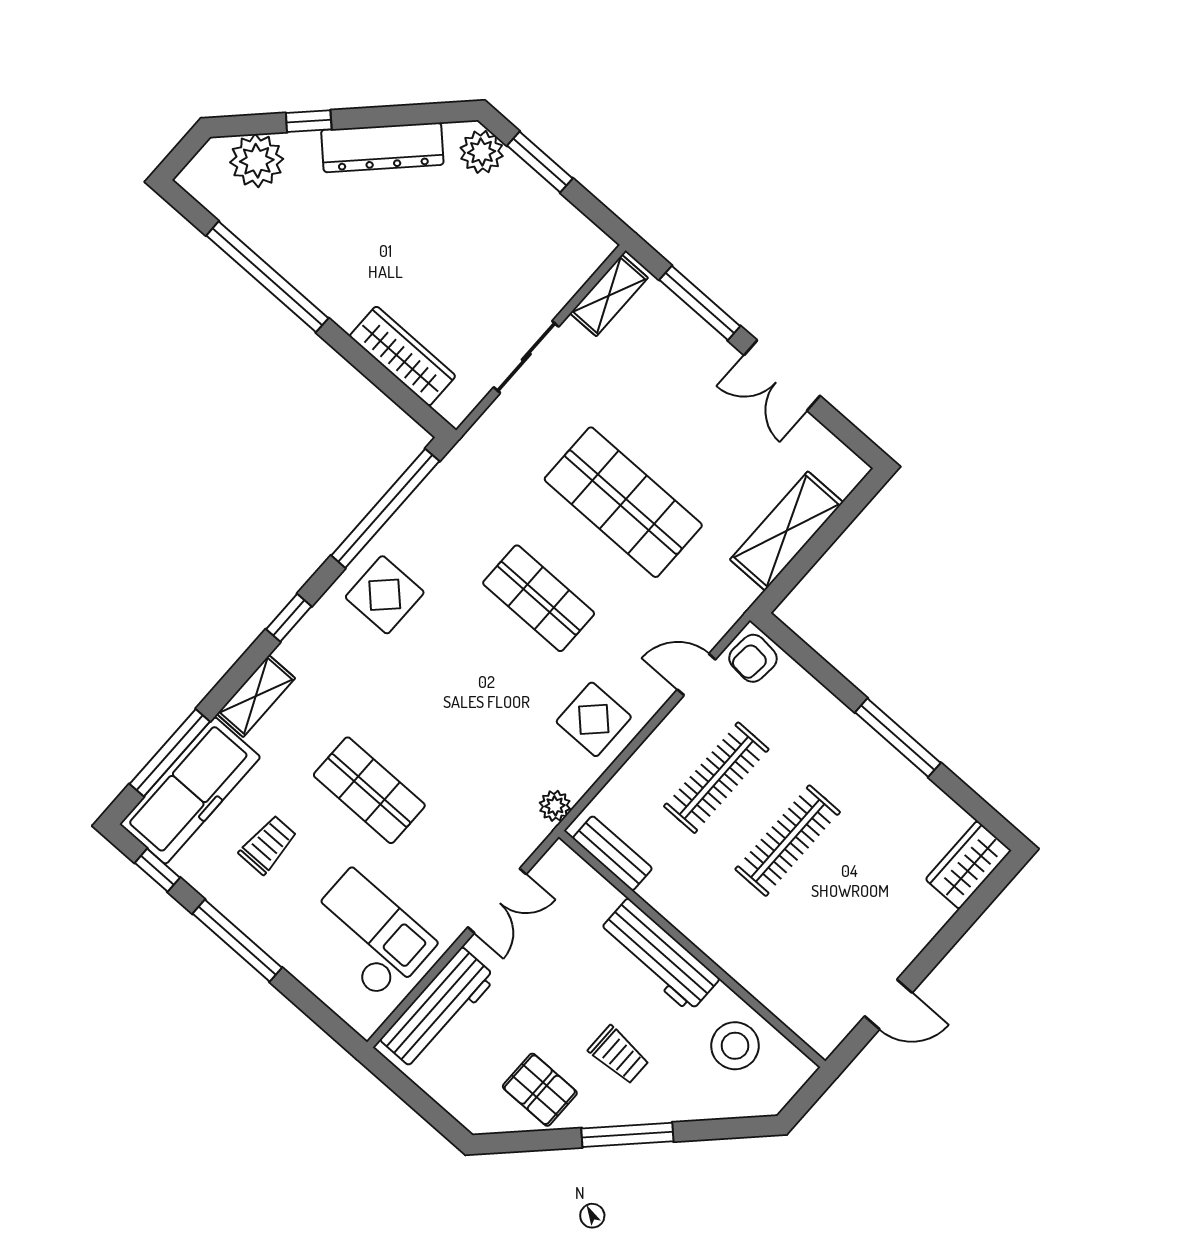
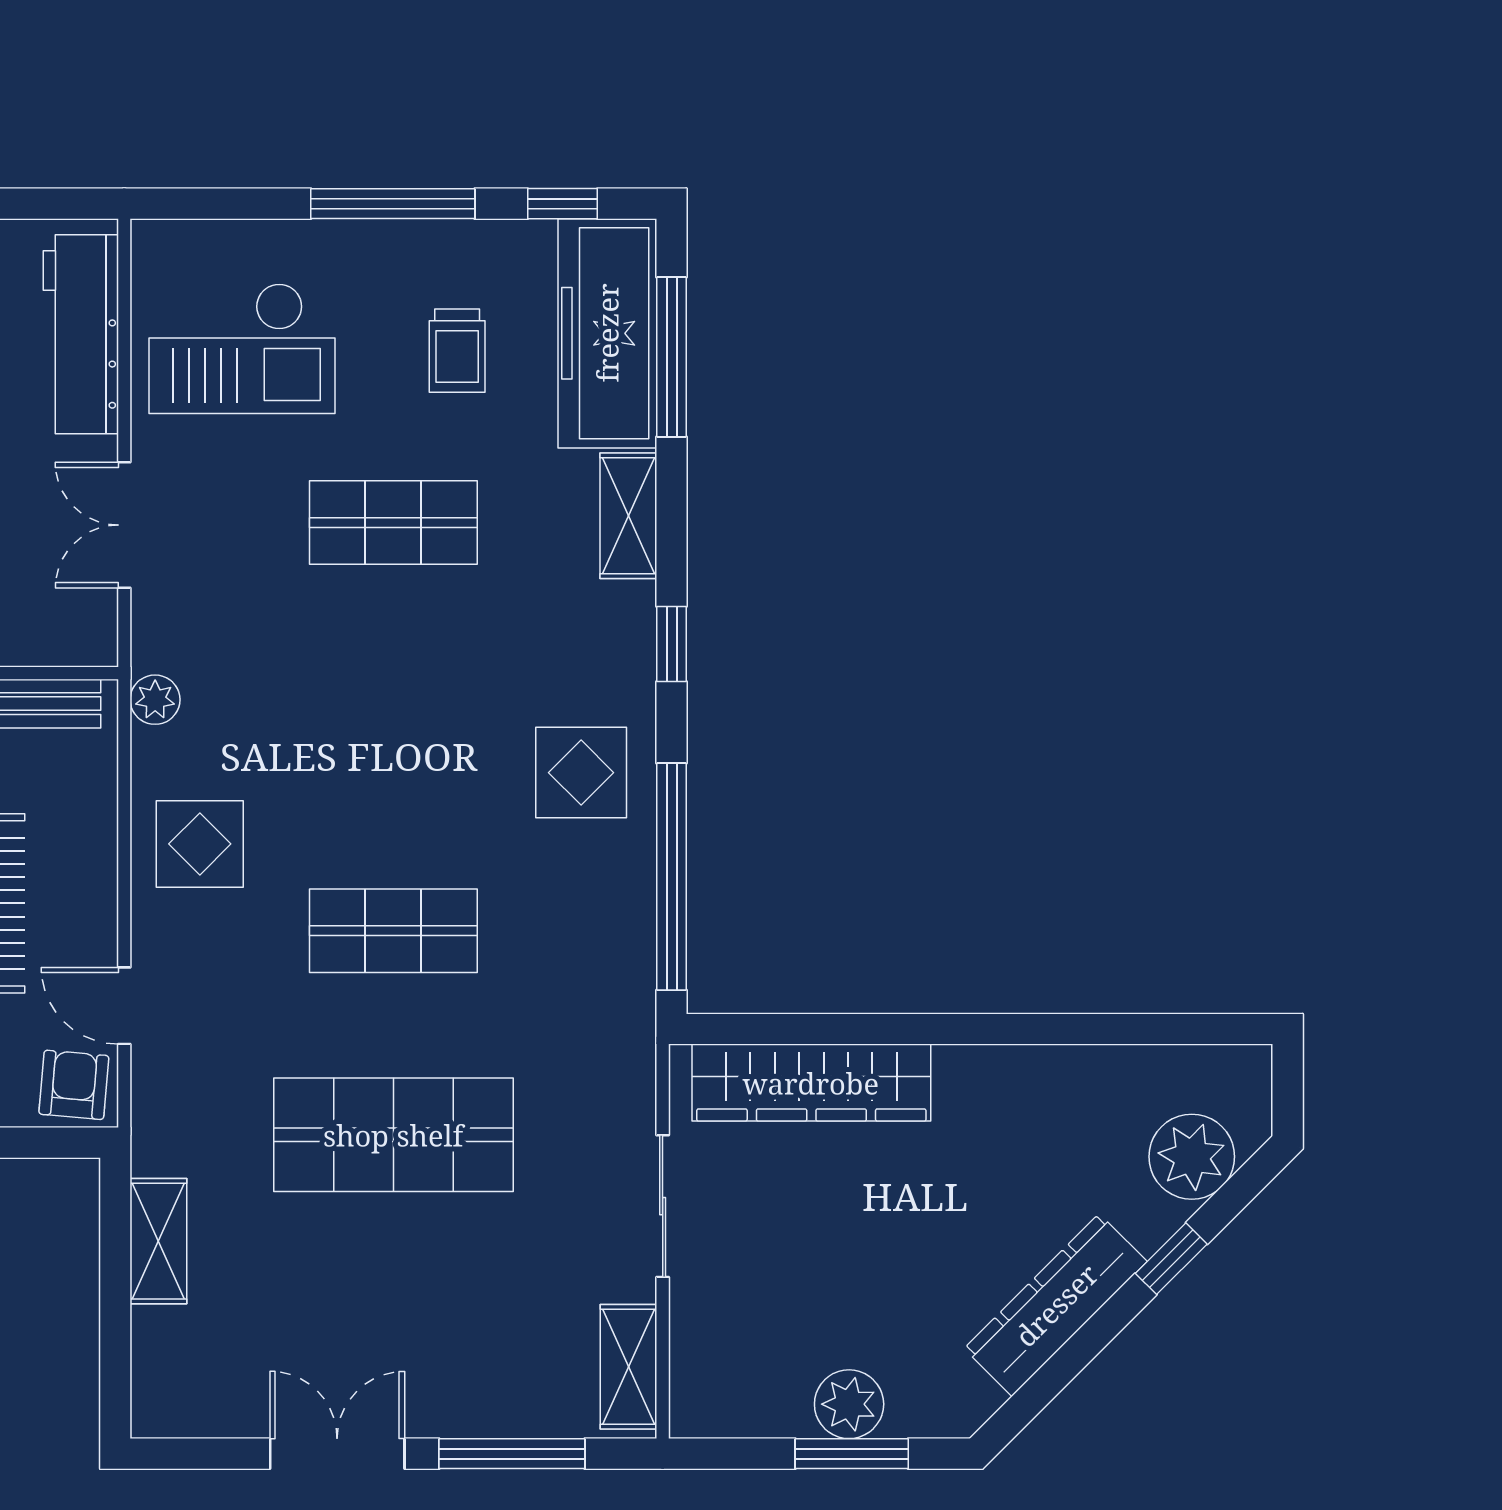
plant: (482, 152) -> (849, 1404), moved
window: (267, 277) -> (1057, 1029), removed
wardrobe: (403, 356) -> (811, 1083), width x1.40, depth x1.17
shelving: (787, 531) -> (158, 1241), width x0.67, depth x0.75
door: (696, 675) -> (124, 1006), swing flipped

